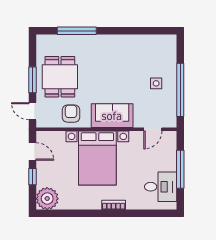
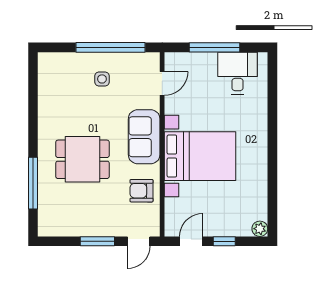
dining table: (60, 77) -> (82, 159), moved
door: (153, 129) -> (162, 83), hinge flipped
plant: (47, 199) -> (260, 229), width x0.53, depth x0.53
bookcase: (114, 205) -> (261, 135), removed

